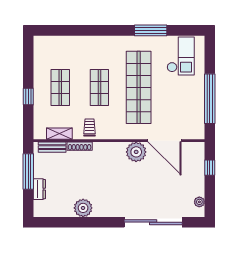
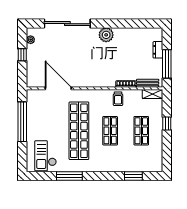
window: (70, 30) -> (133, 176), added
shelving: (59, 134) -> (152, 94), moved
plant: (136, 152) -> (81, 79), removed
window: (210, 168) -> (22, 55), moved
plant: (83, 208) -> (106, 35), moved

